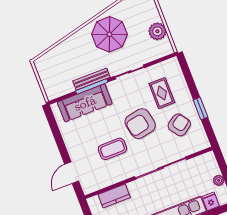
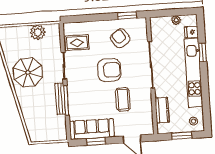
rug: (162, 93) -> (77, 43), moved
sofa: (85, 103) -> (92, 129), moved, turned -90
window: (201, 108) -> (127, 16), moved
armchair: (140, 124) -> (109, 70), turned -79
window: (57, 134) -> (96, 141), added

